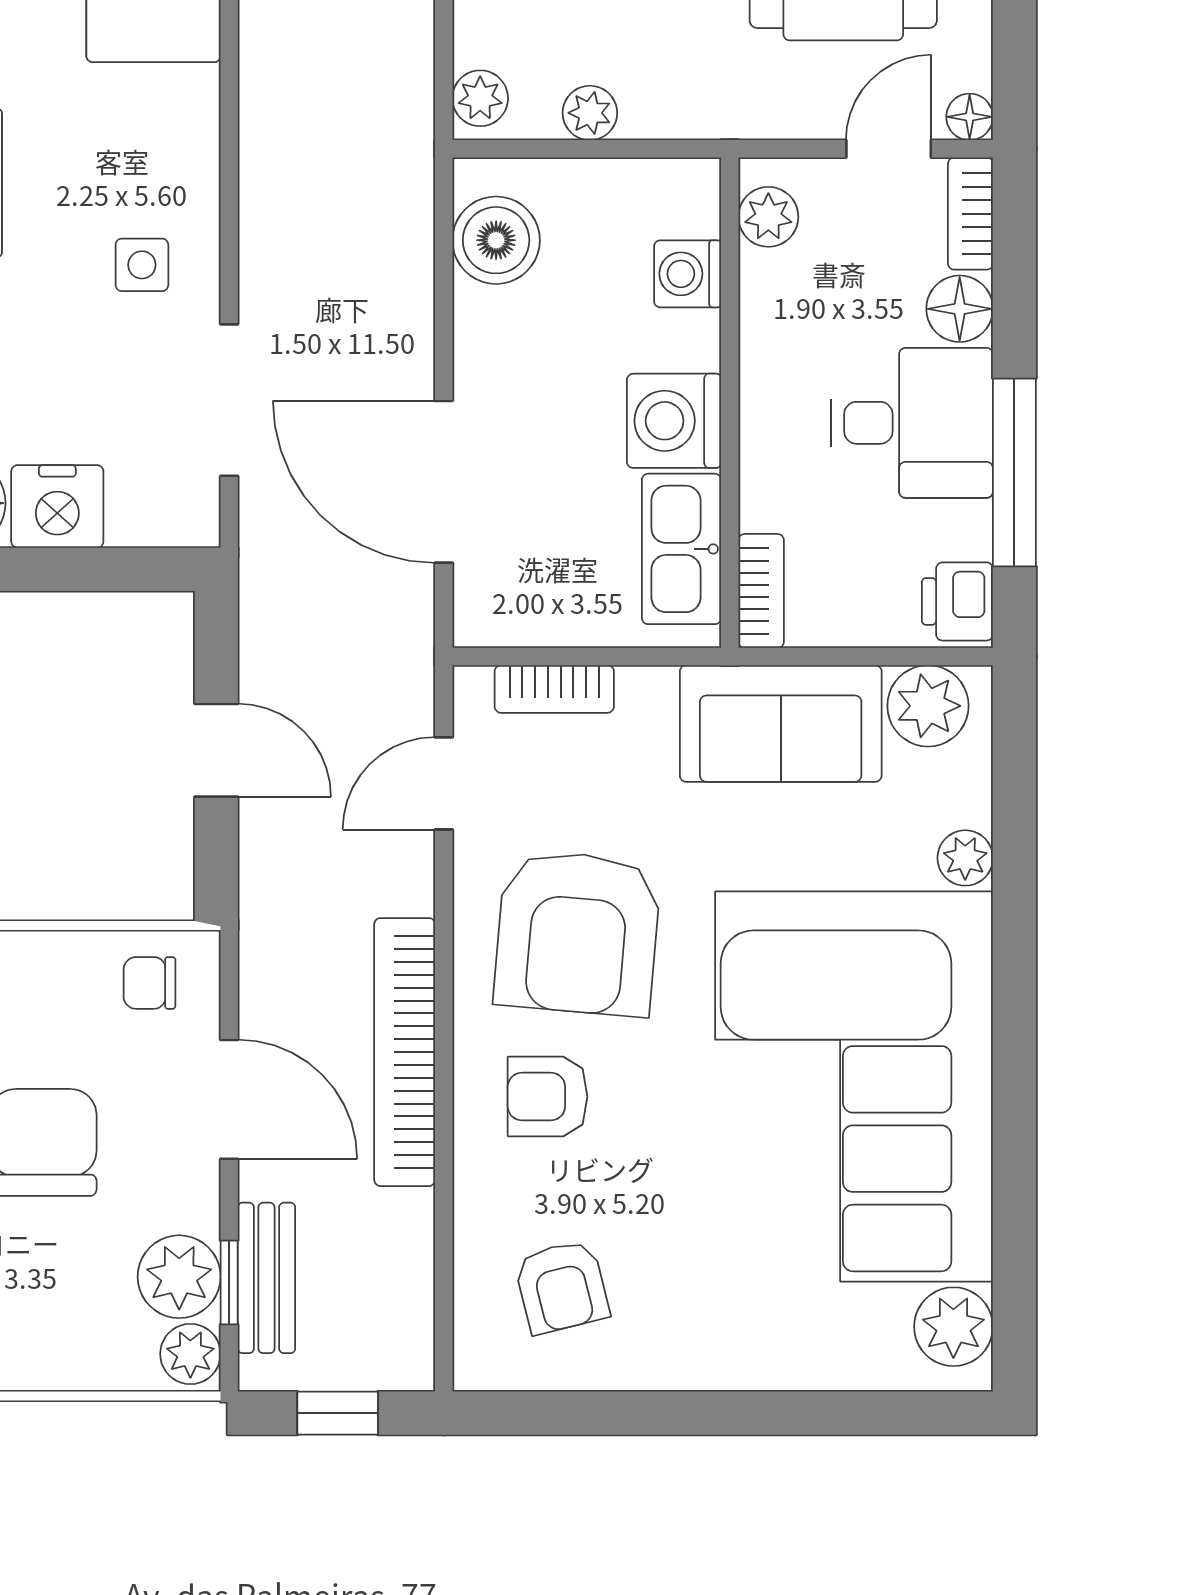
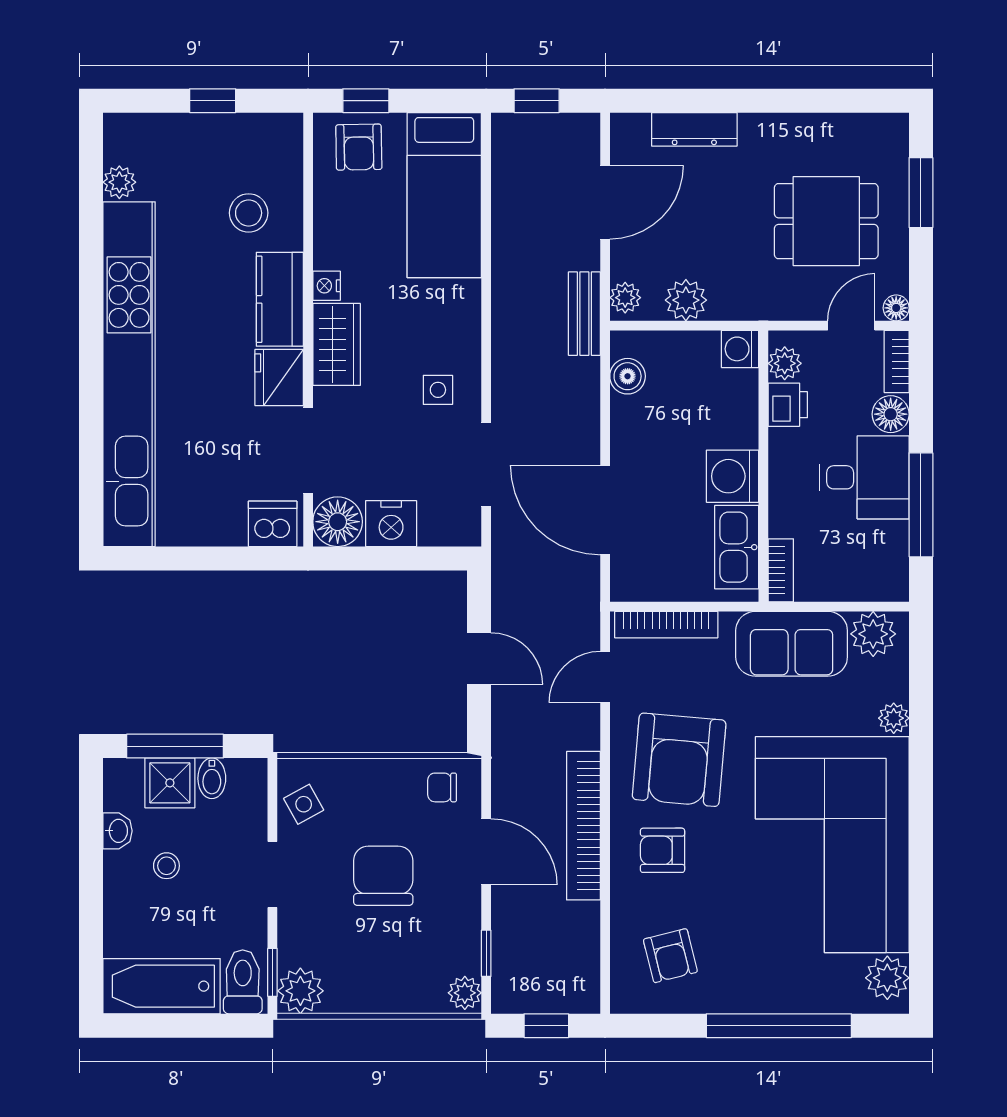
plant: (590, 113) -> (686, 300), width x1.38, depth x1.38
boiler: (496, 240) -> (628, 376), width x0.73, depth x0.73
washing machine: (688, 274) -> (740, 349), moved
printer: (957, 601) -> (788, 405), moved, turned 180
bookcase: (554, 689) -> (666, 625), width x1.56
plant: (179, 1277) -> (459, 950), removed
bench: (266, 1278) -> (584, 314), moved
window: (758, 1413) -> (779, 1026), added

